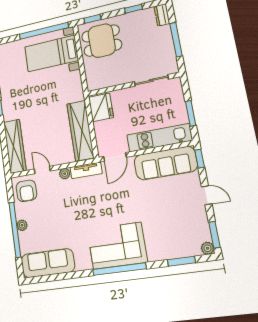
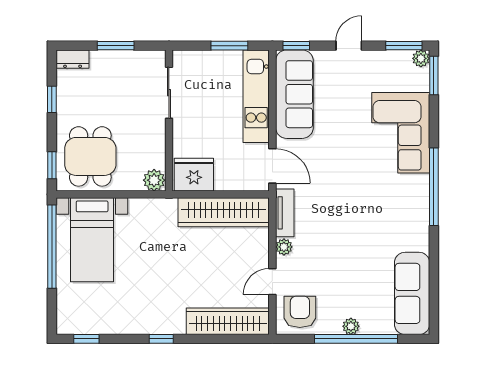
window: (176, 40) -> (116, 46), width x0.69
plant: (93, 83) -> (154, 180), added
armchair: (26, 191) -> (300, 312), turned -90
corner sofa: (117, 246) -> (401, 133), moved
window: (181, 261) -> (434, 76), moved

